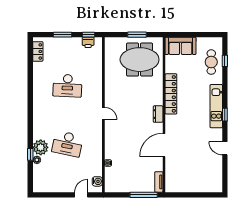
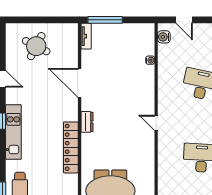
door: (164, 145) -> (80, 83), swing flipped
round table: (198, 174) -> (36, 46), added
door: (81, 195) -> (184, 20), hinge flipped

